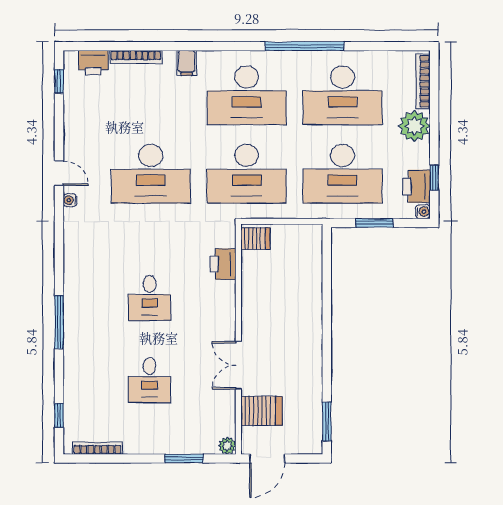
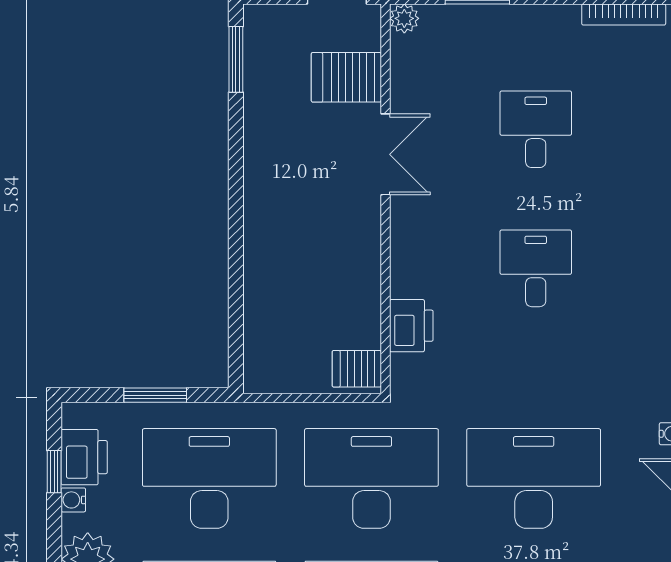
water cooler: (423, 212) -> (73, 500), moved

